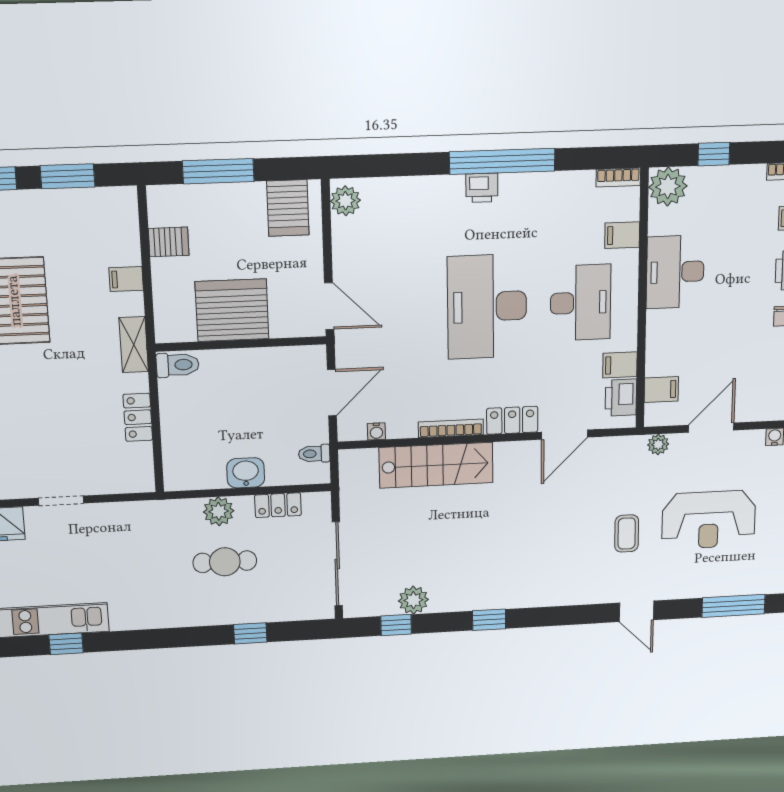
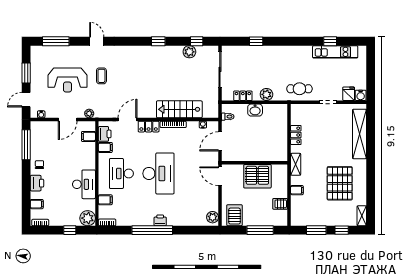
toilet: (178, 365) -> (279, 155), removed
reception desk: (709, 520) -> (67, 80), turned 180
cafe table: (225, 562) -> (299, 89), moved

